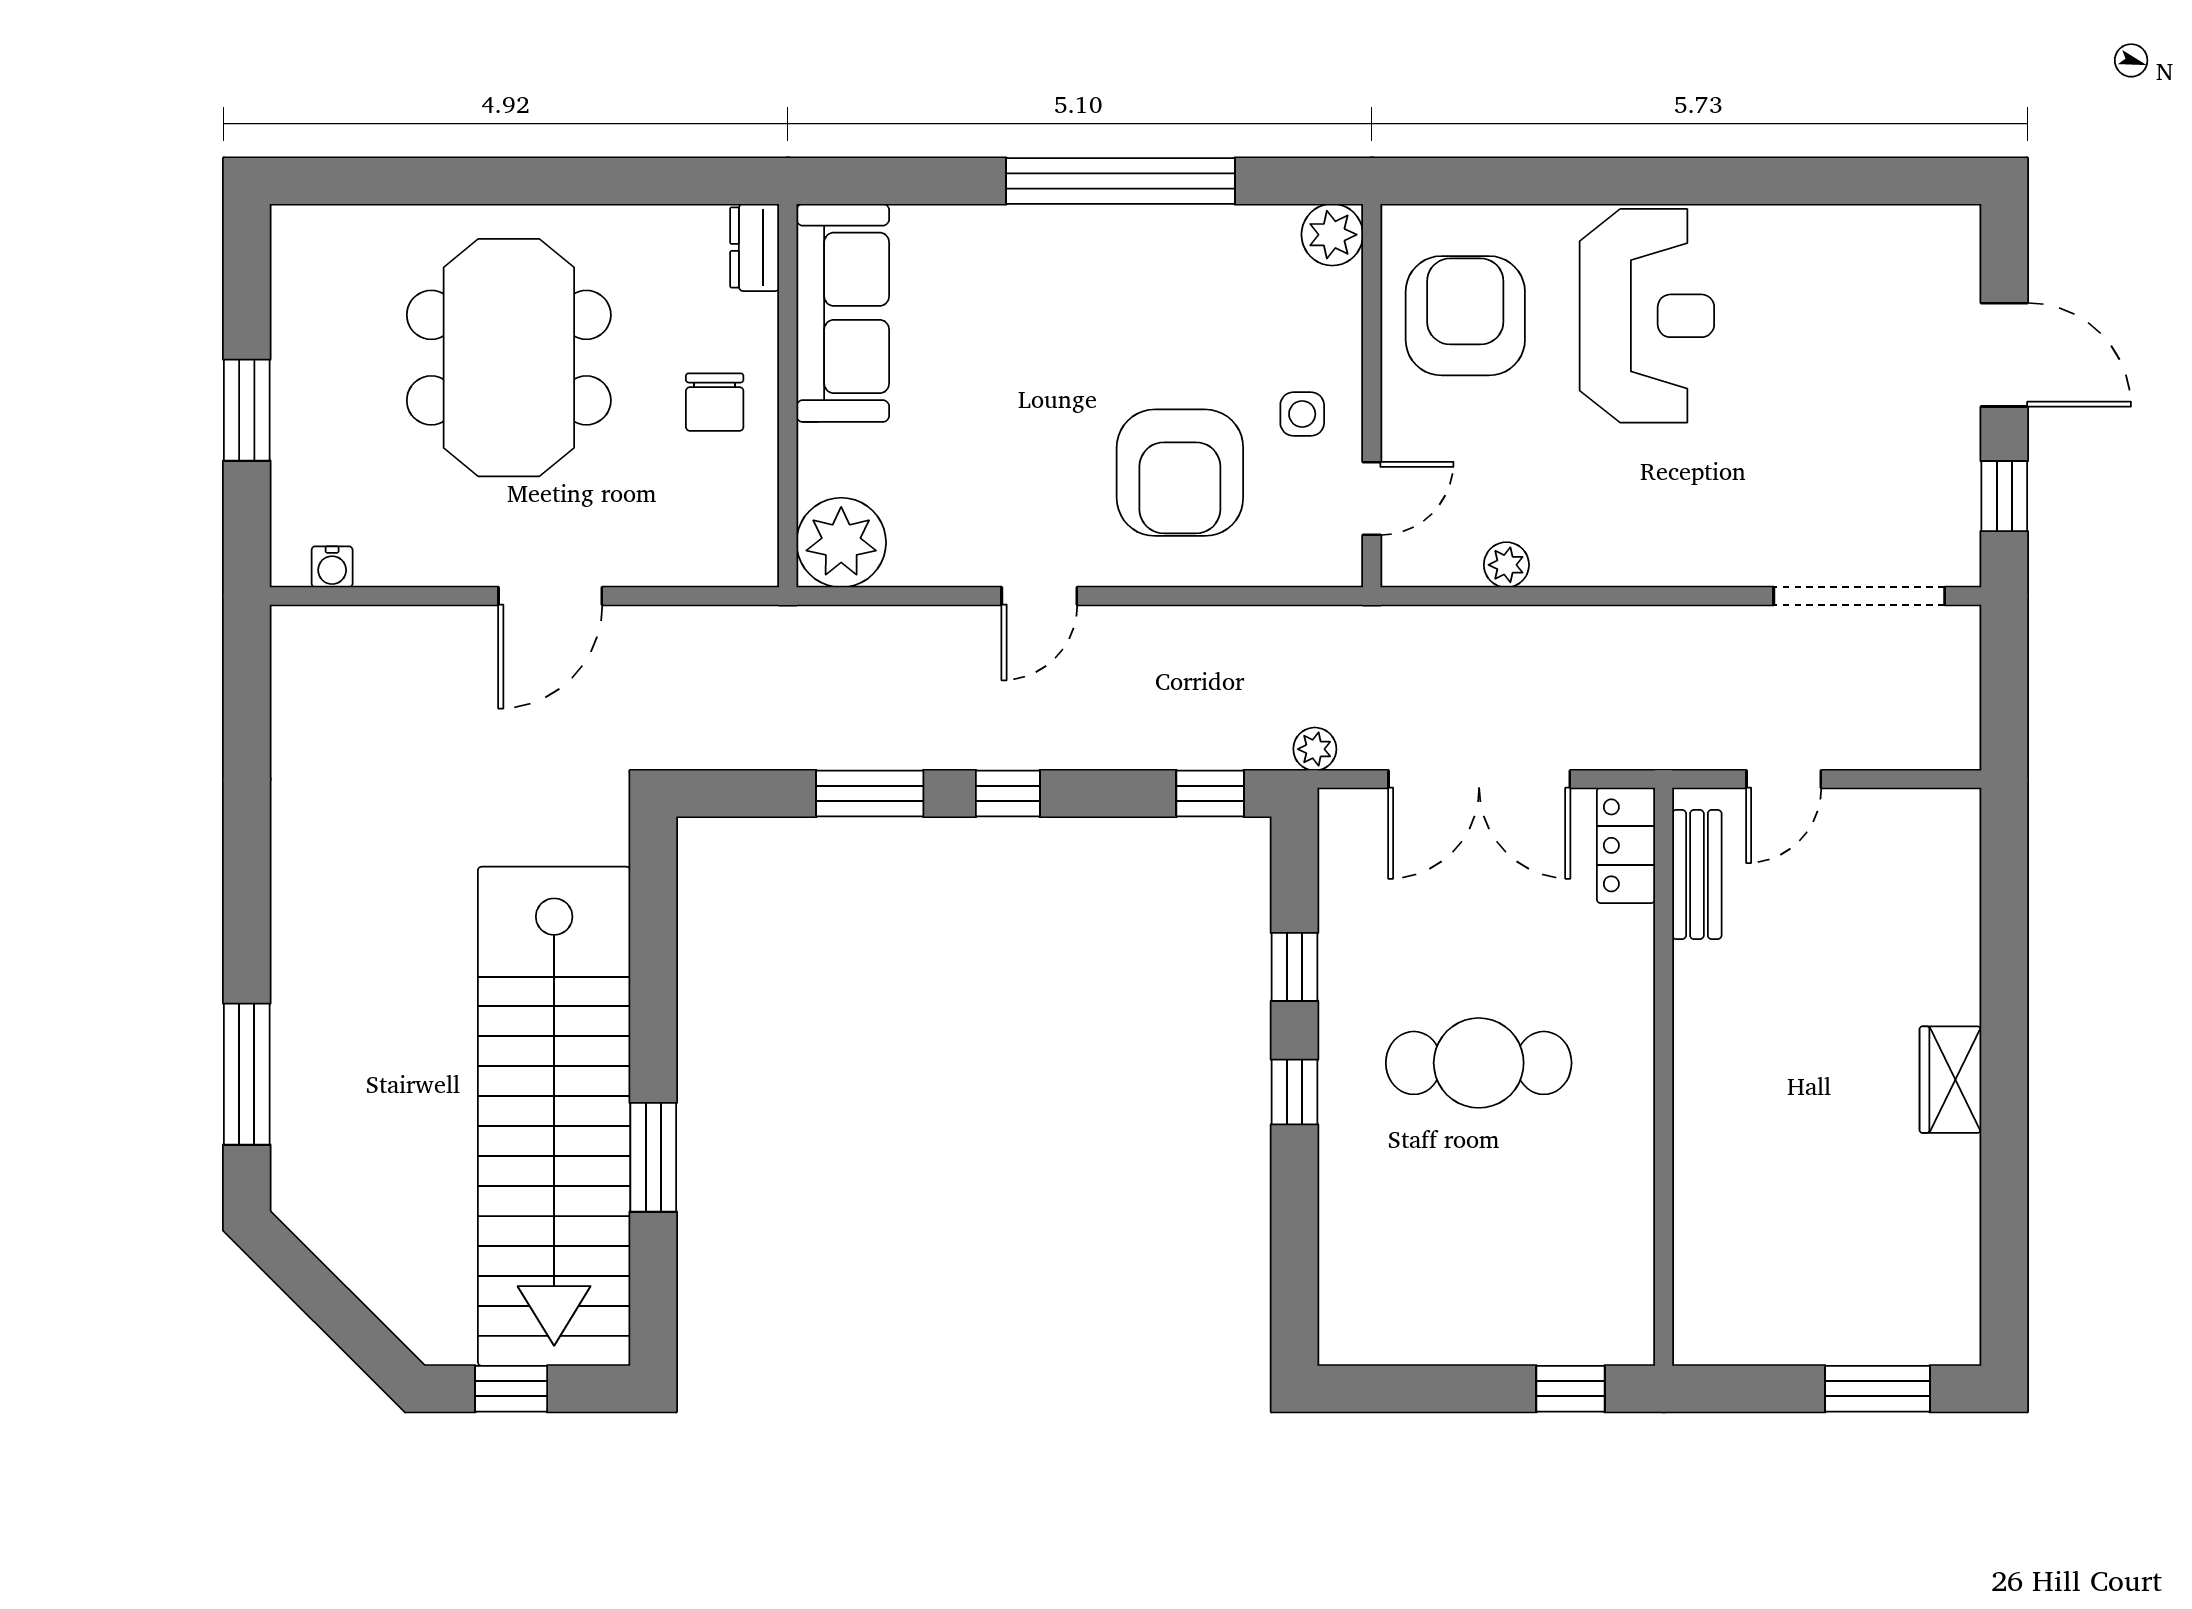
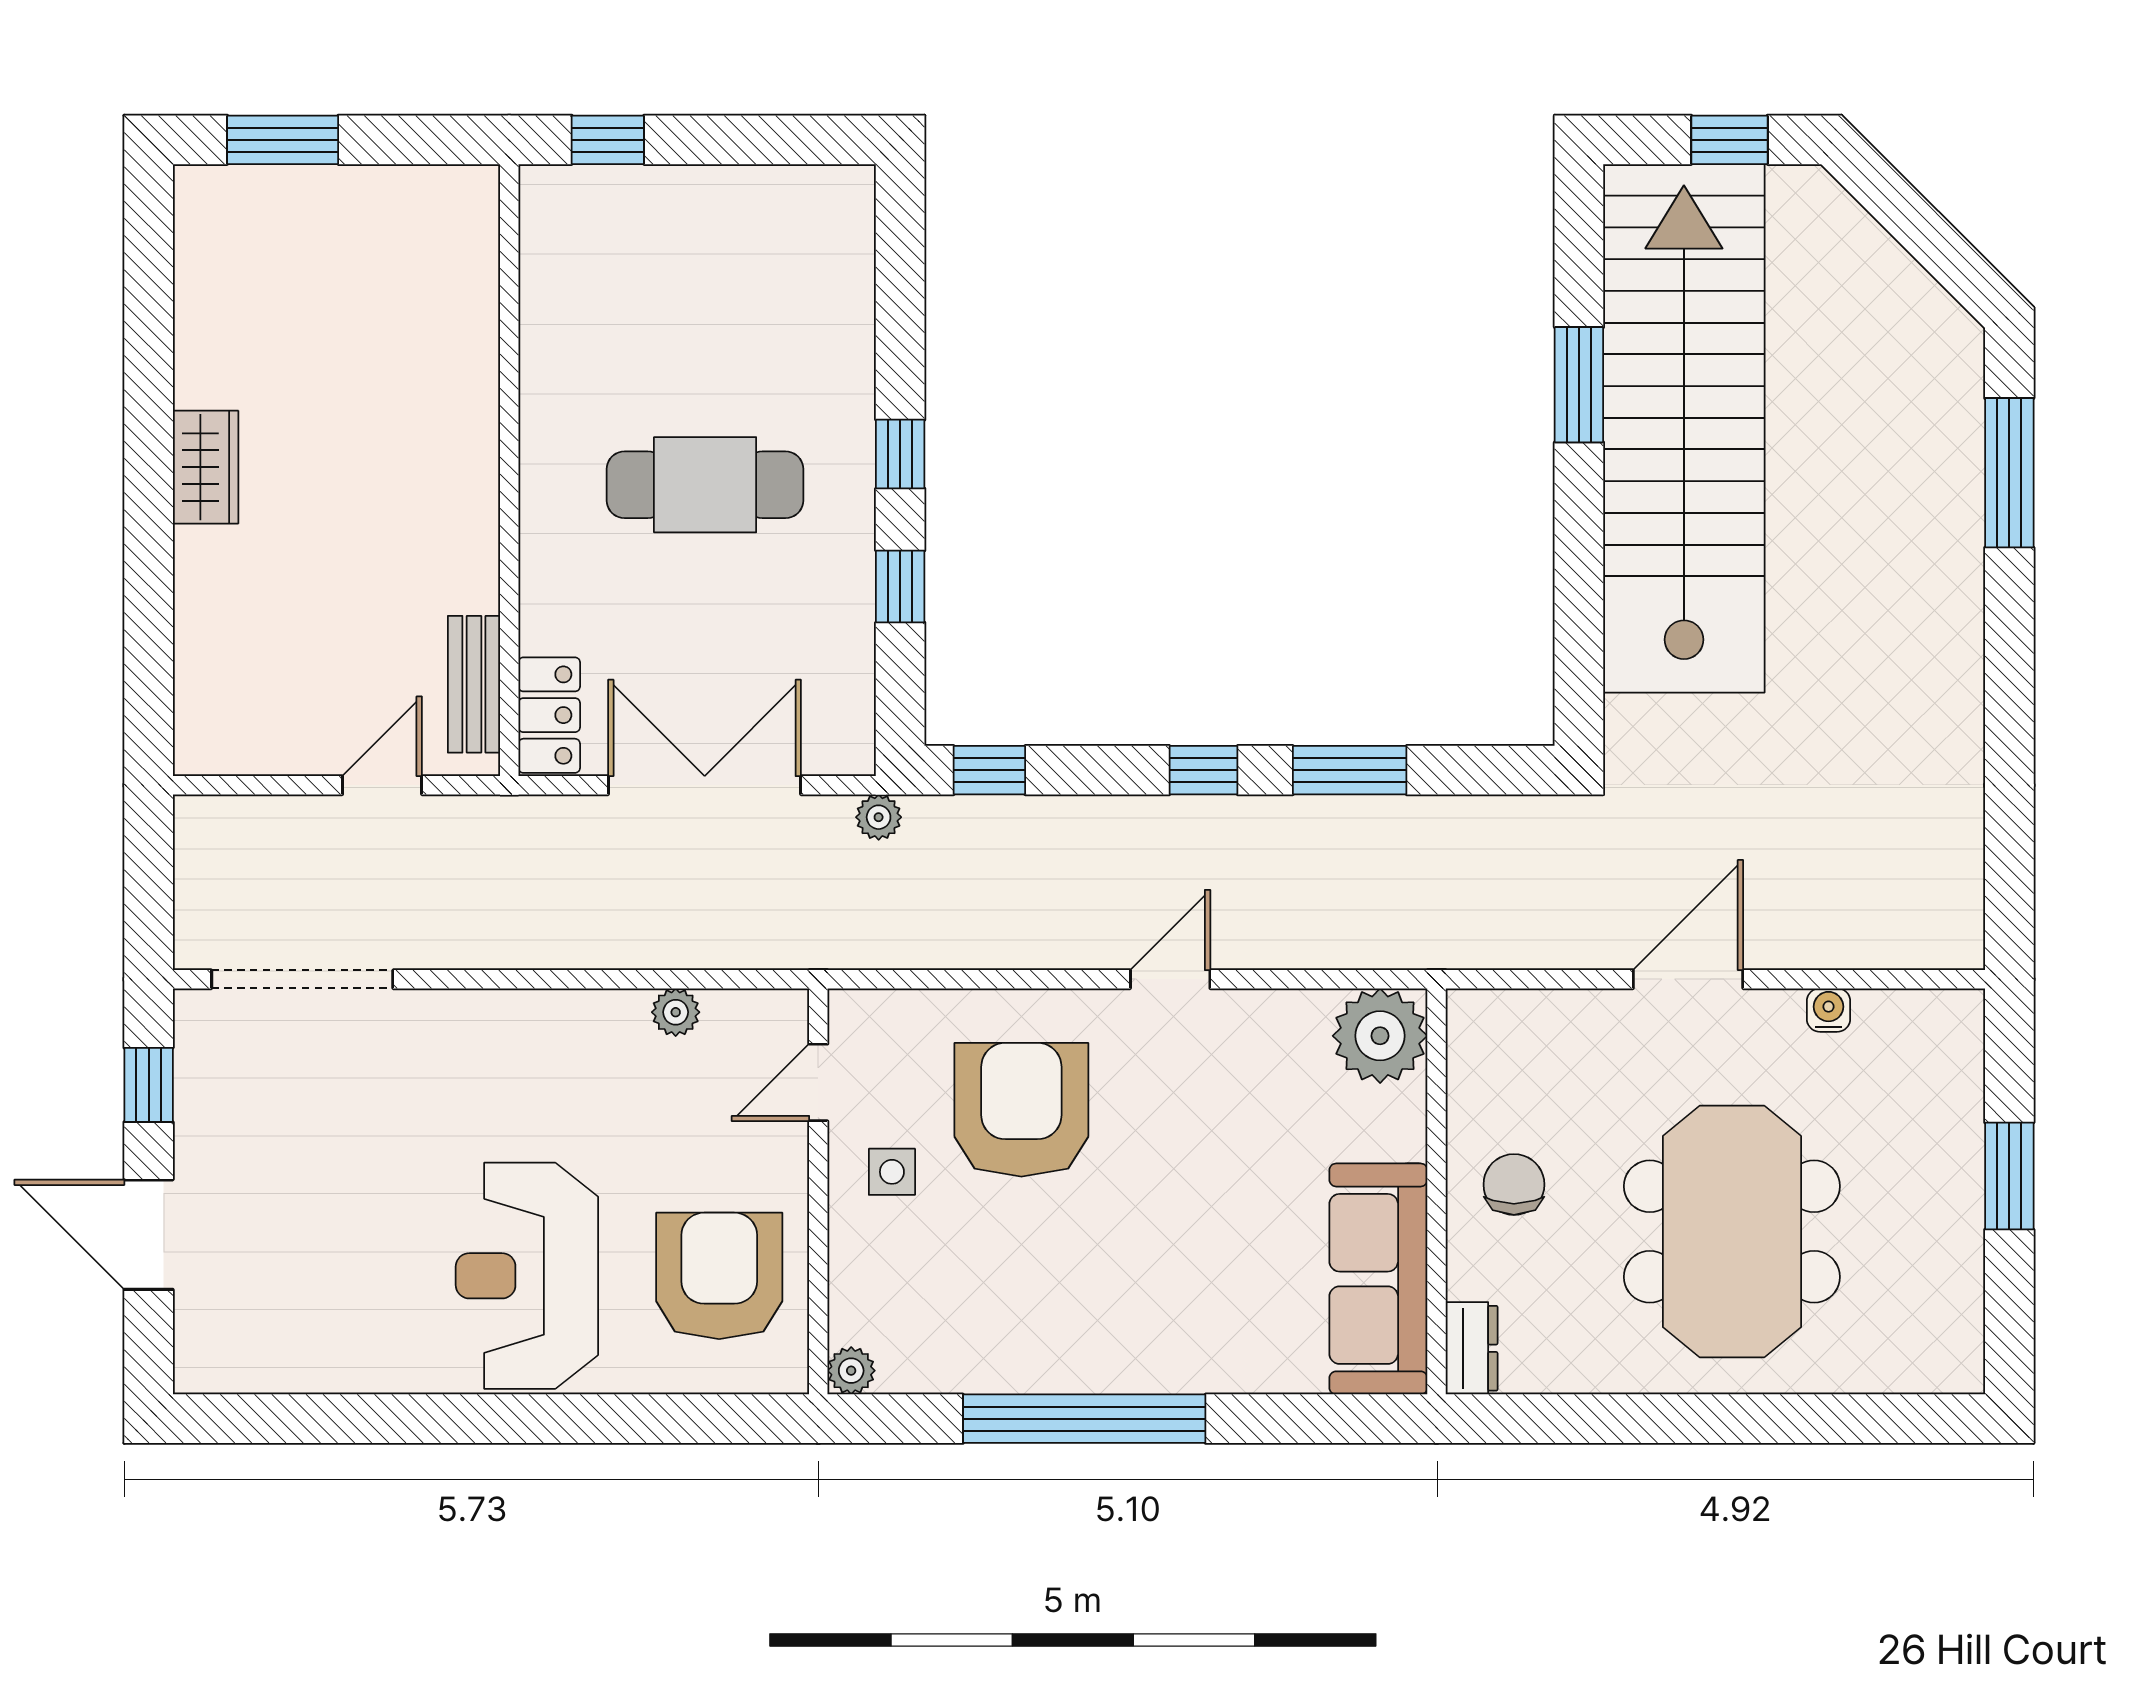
plant: (1332, 235) -> (851, 1371), width x0.73, depth x0.73
armchair: (1465, 316) -> (719, 1276), turned 180
water cooler: (332, 567) -> (1829, 1010), moved

